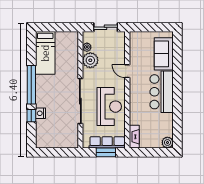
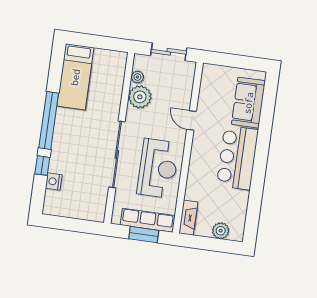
nightstand: (40, 113) -> (54, 181), moved
plant: (167, 142) -> (221, 231), moved

